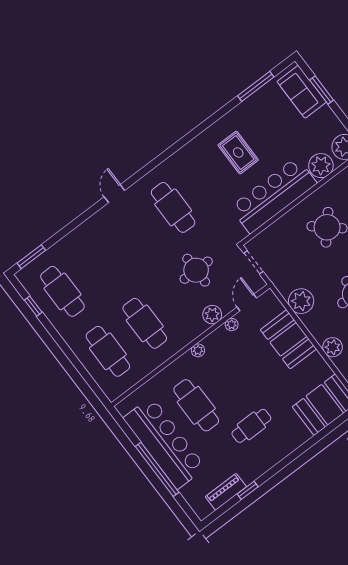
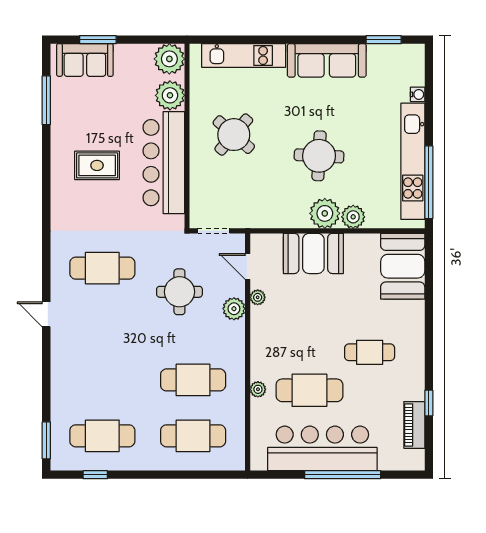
plant: (301, 301) -> (325, 213), moved
plant: (198, 350) -> (258, 389), moved
cafe table: (251, 426) -> (370, 352), turned 90

